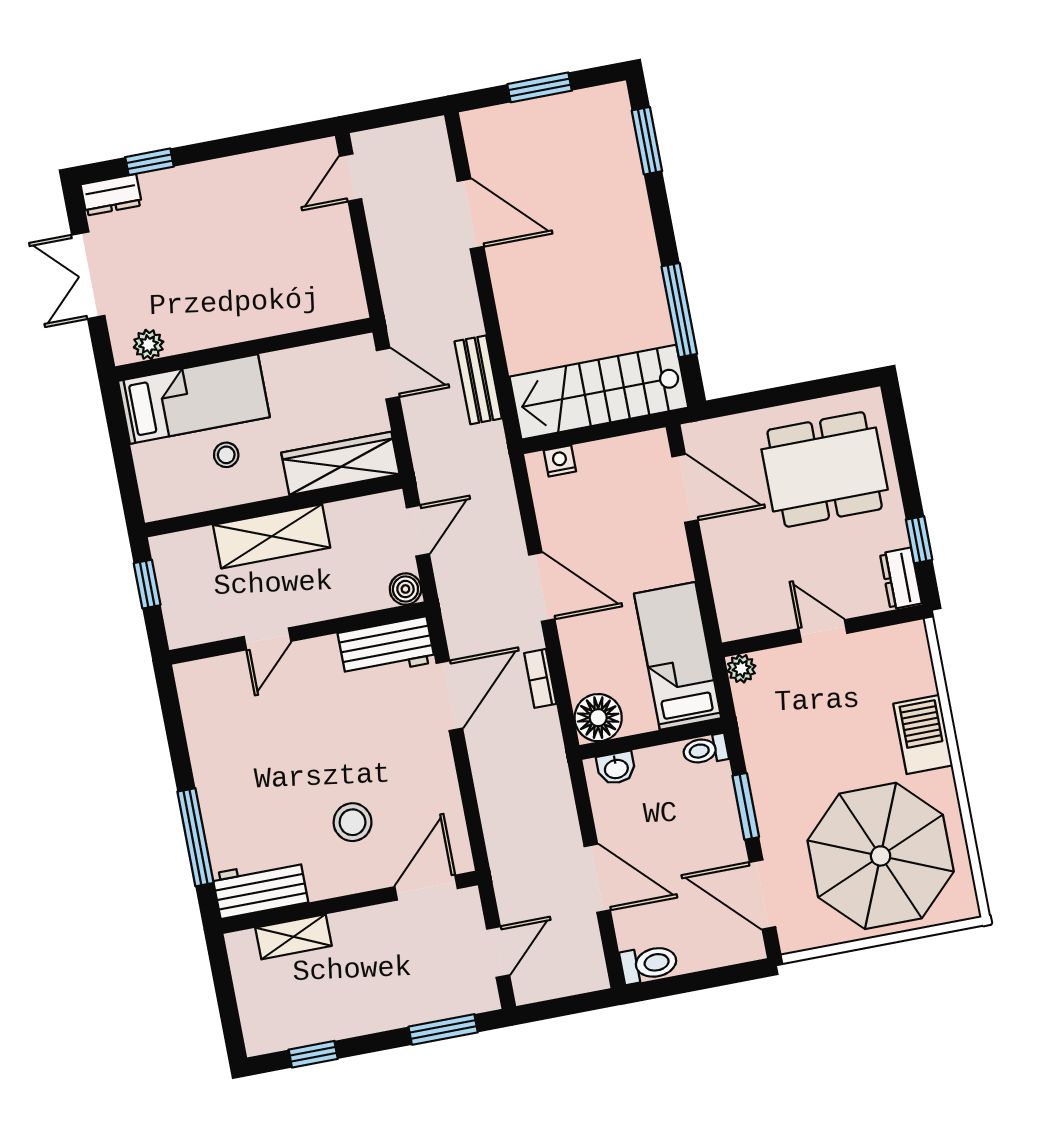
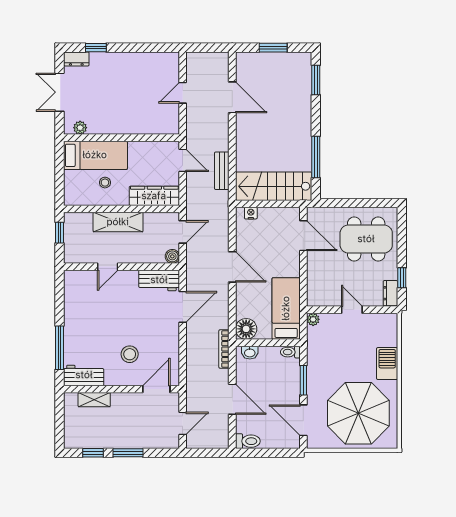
door: (350, 178) -> (183, 93), moved
bookcase: (540, 678) -> (224, 349), moved, width x1.56
window: (443, 1029) -> (128, 453), moved

